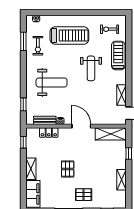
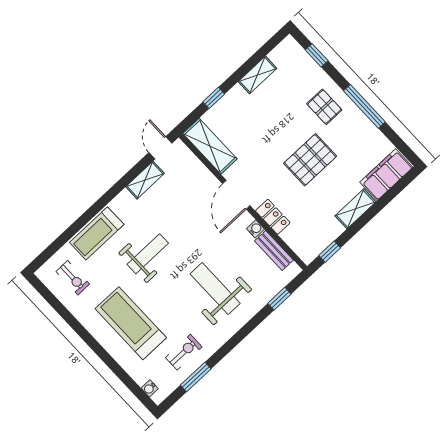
locker: (49, 133) -> (273, 217), moved
pallet: (68, 169) -> (310, 160), width x1.50, depth x1.42

